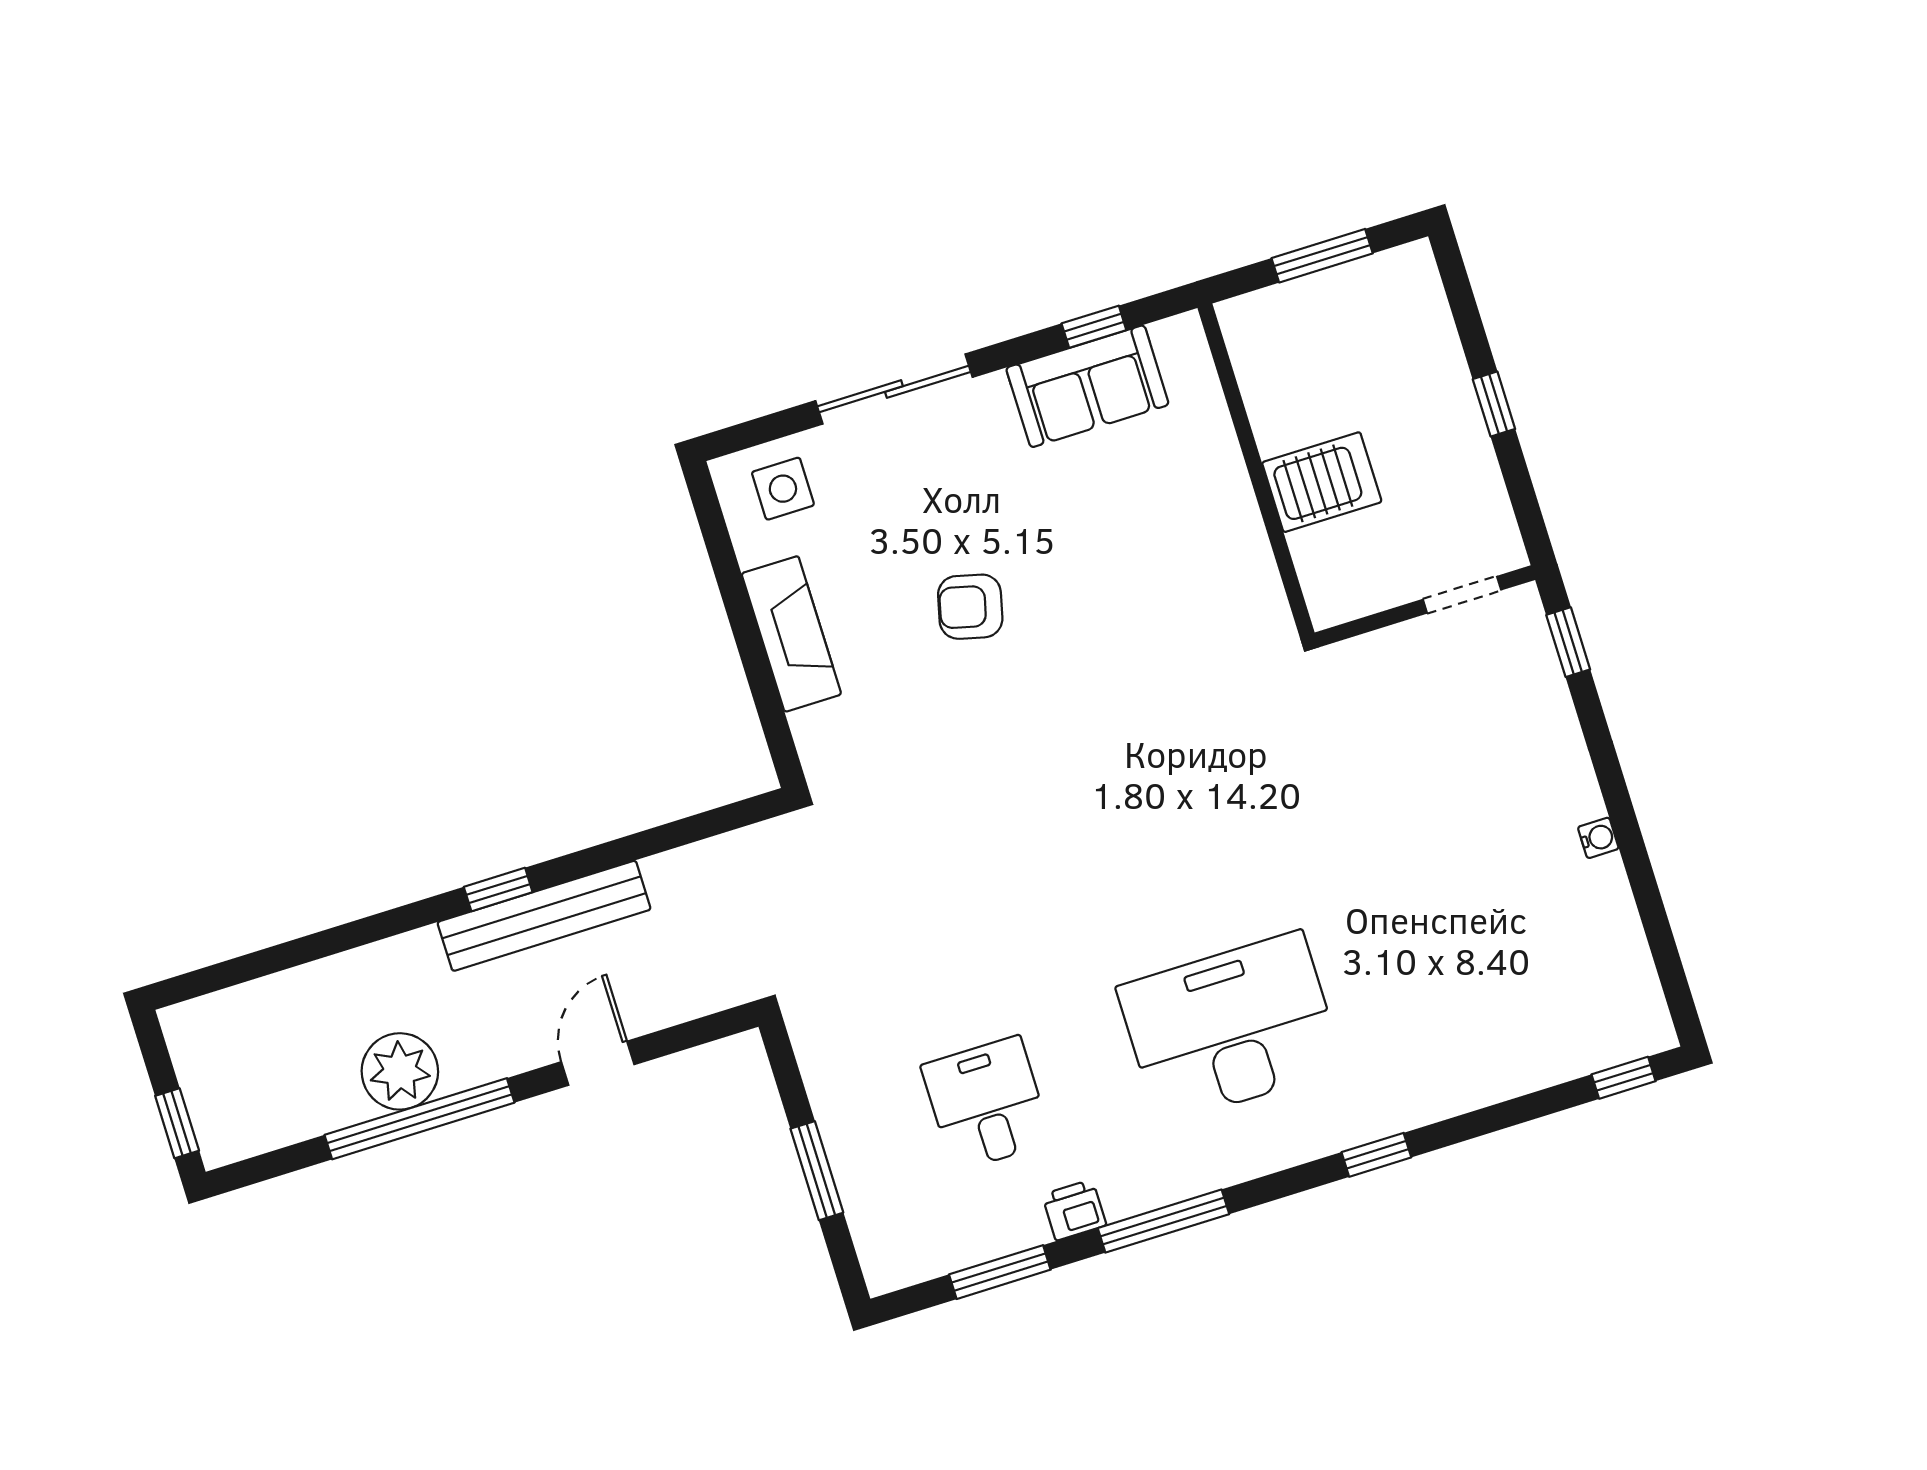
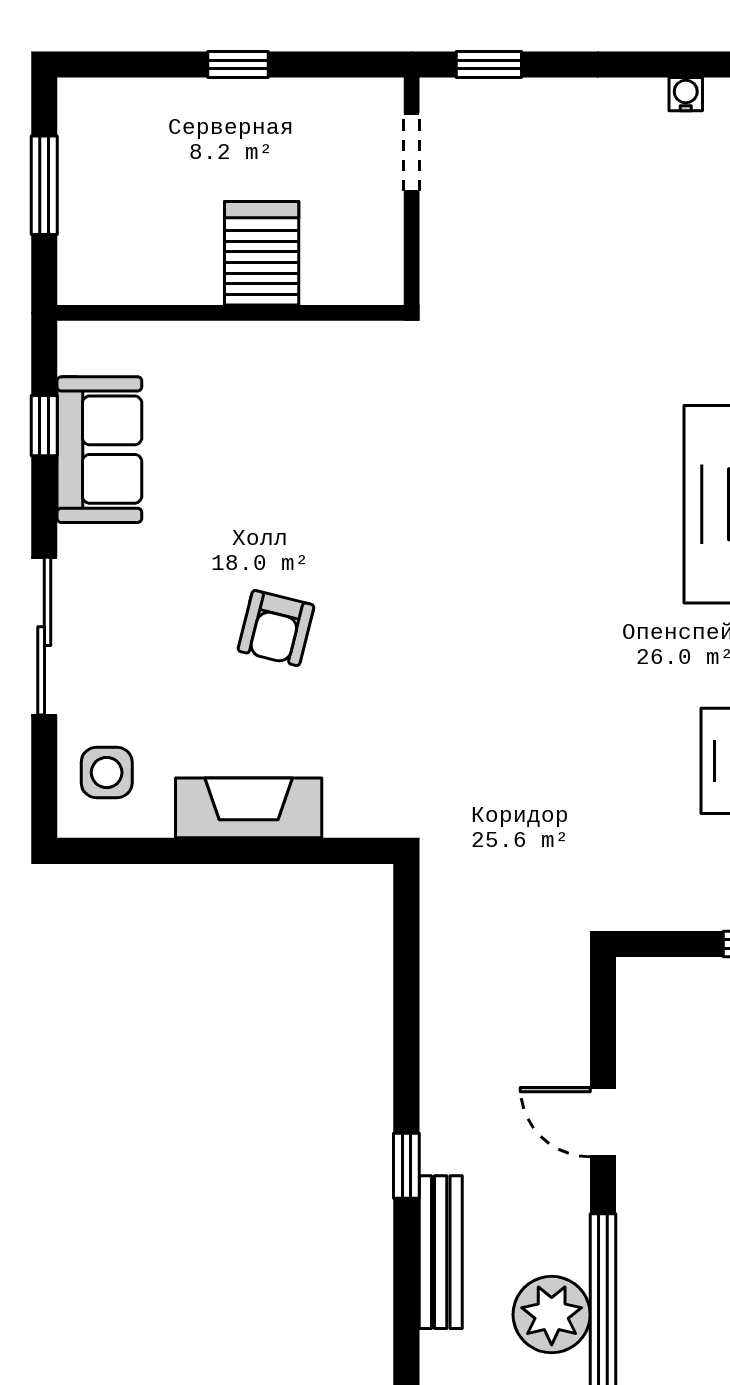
bench: (544, 916) -> (441, 1252), moved, width x0.73, depth x0.82

